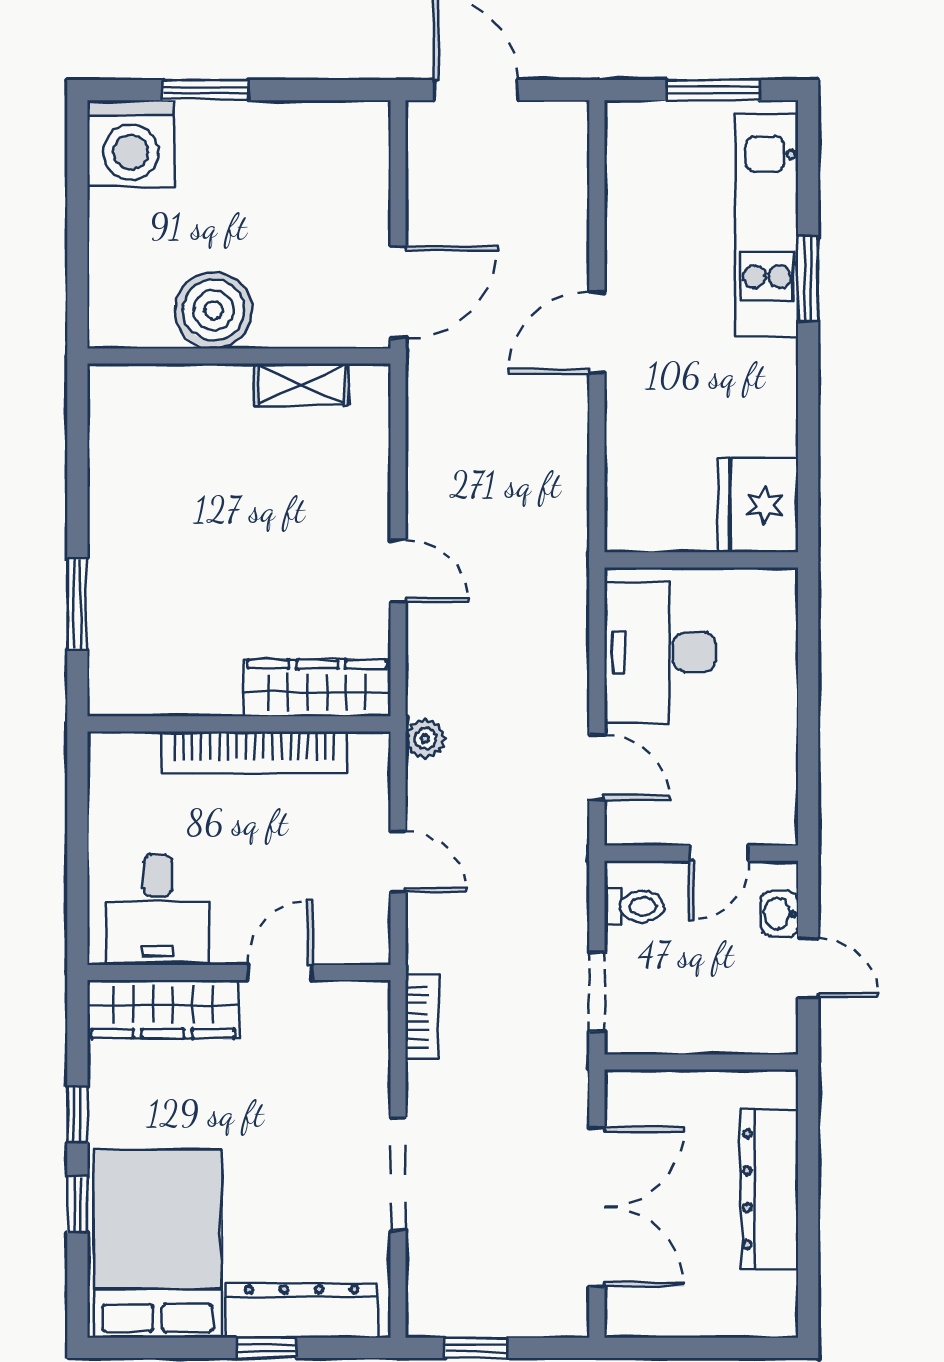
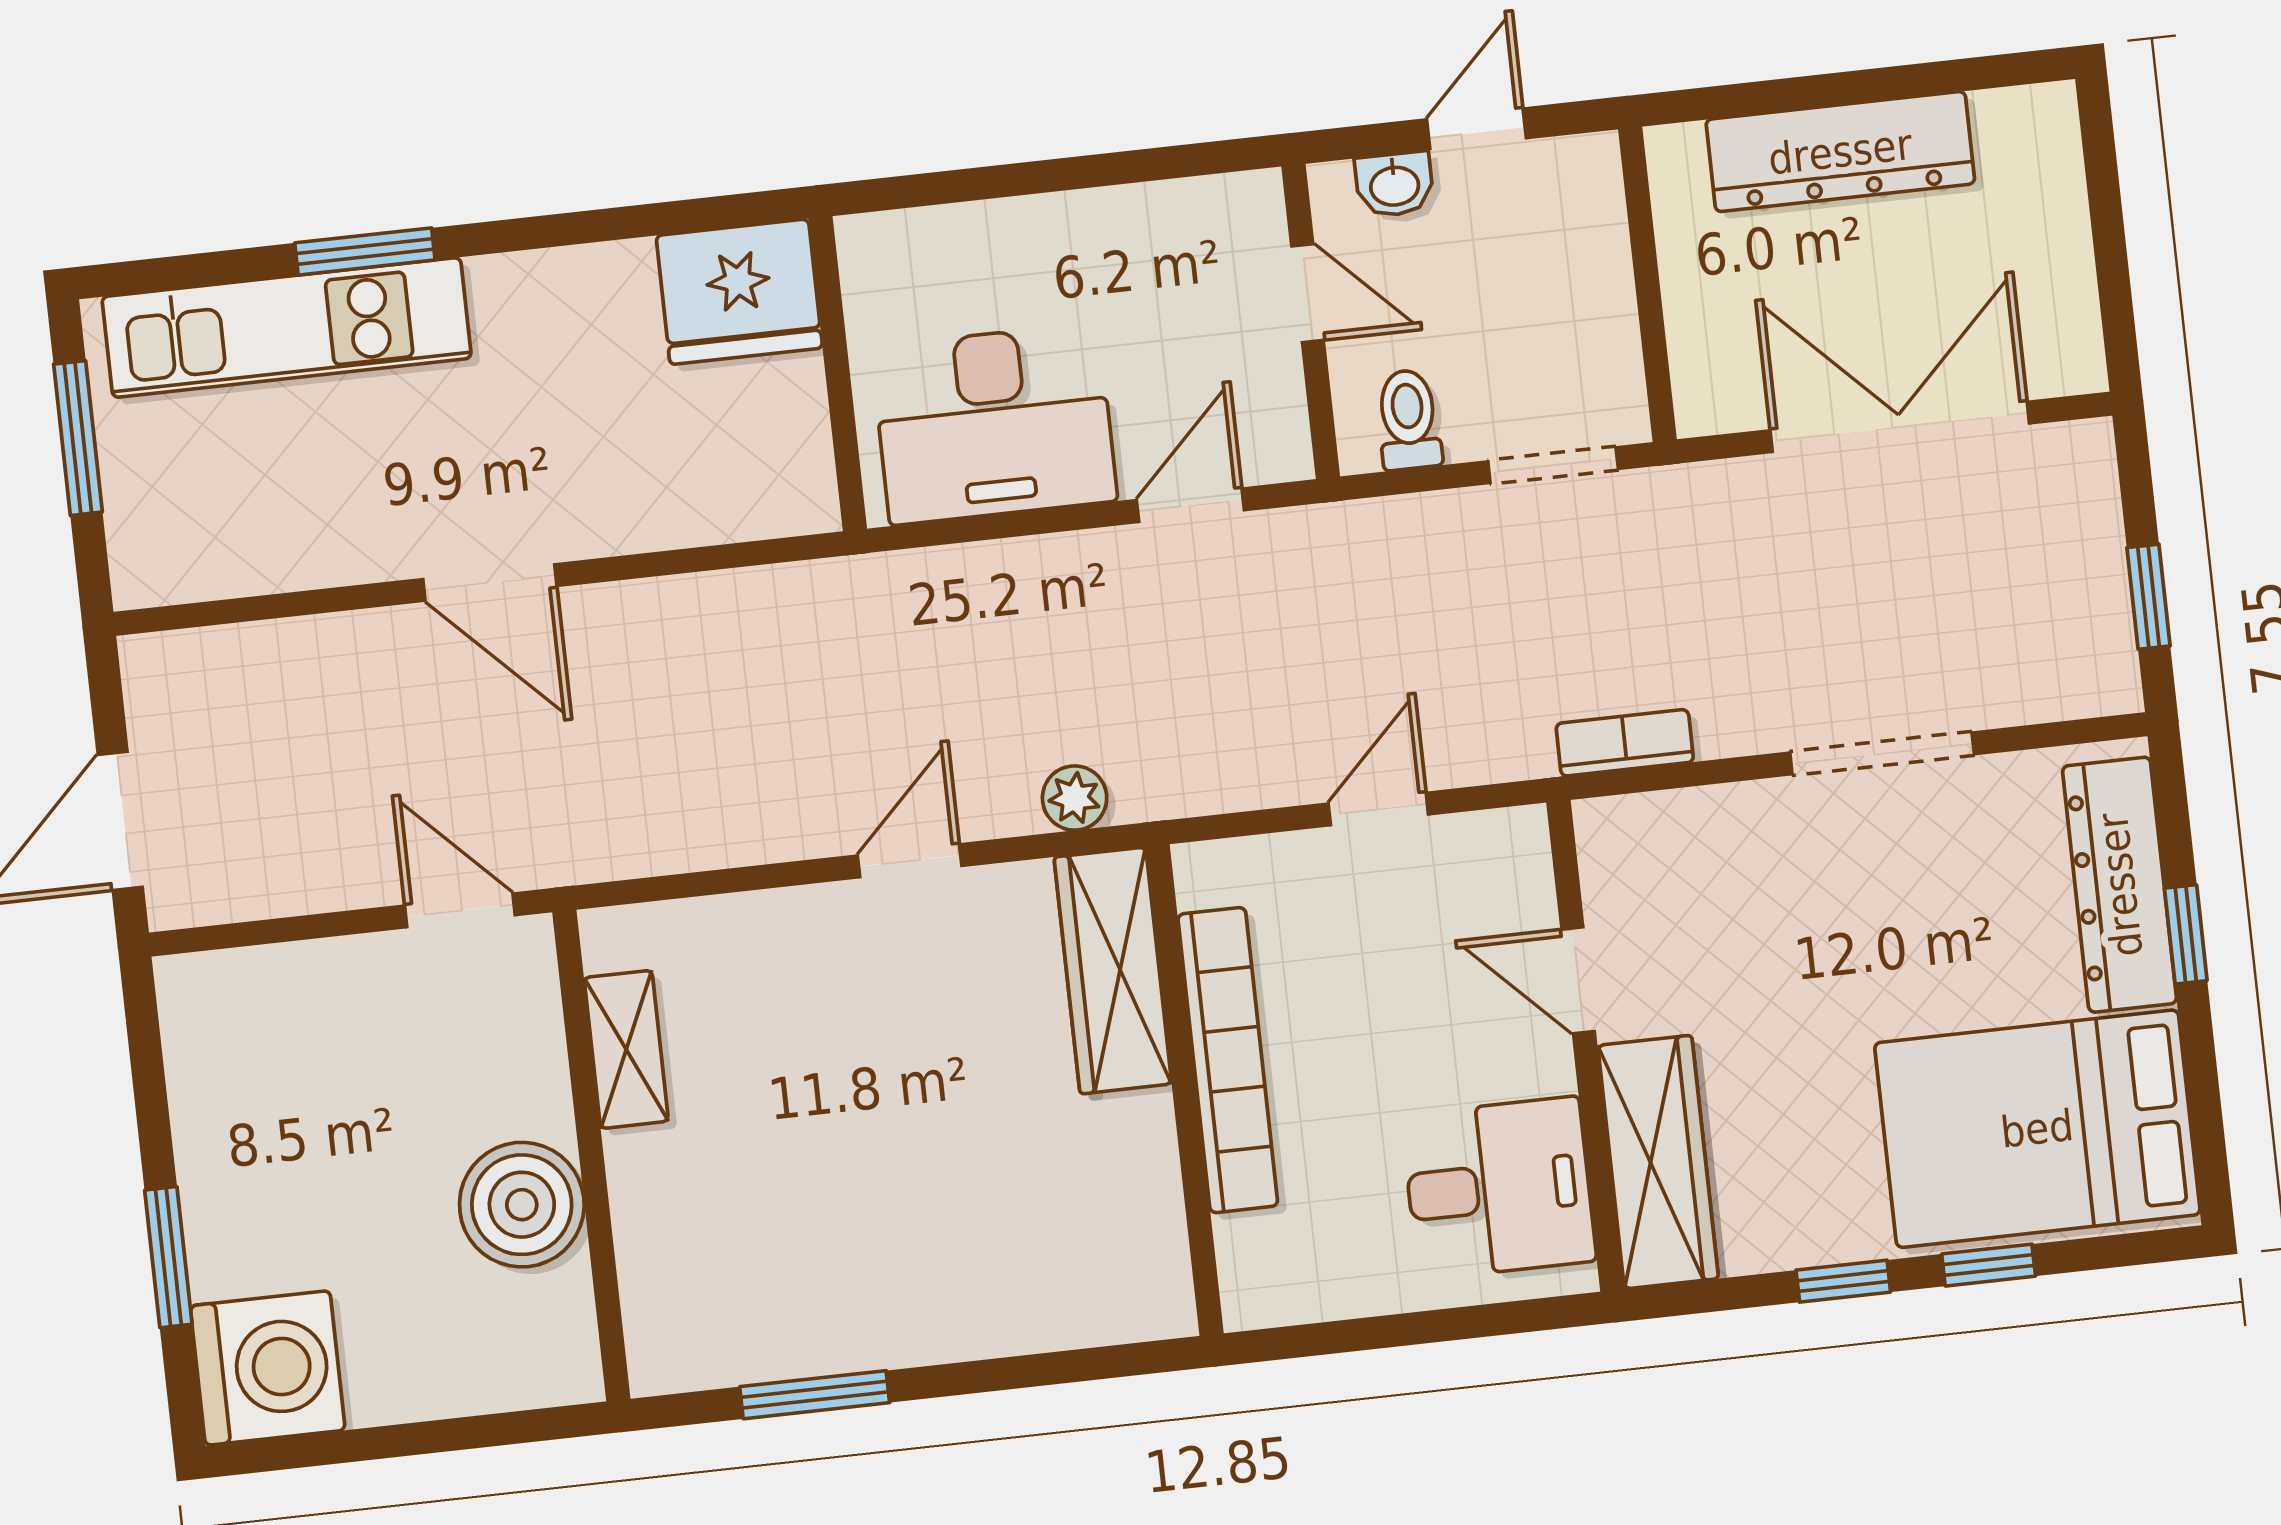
door: (398, 292) -> (460, 910), width x0.73
window: (77, 604) -> (815, 1395), moved
plant: (425, 739) -> (1075, 798), moved

